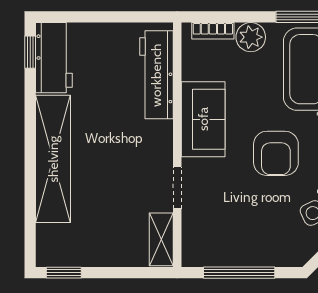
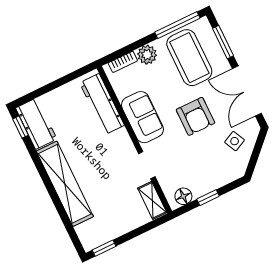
floor lamp: (206, 254) -> (183, 196), added
window: (239, 273) -> (208, 198), width x0.46

